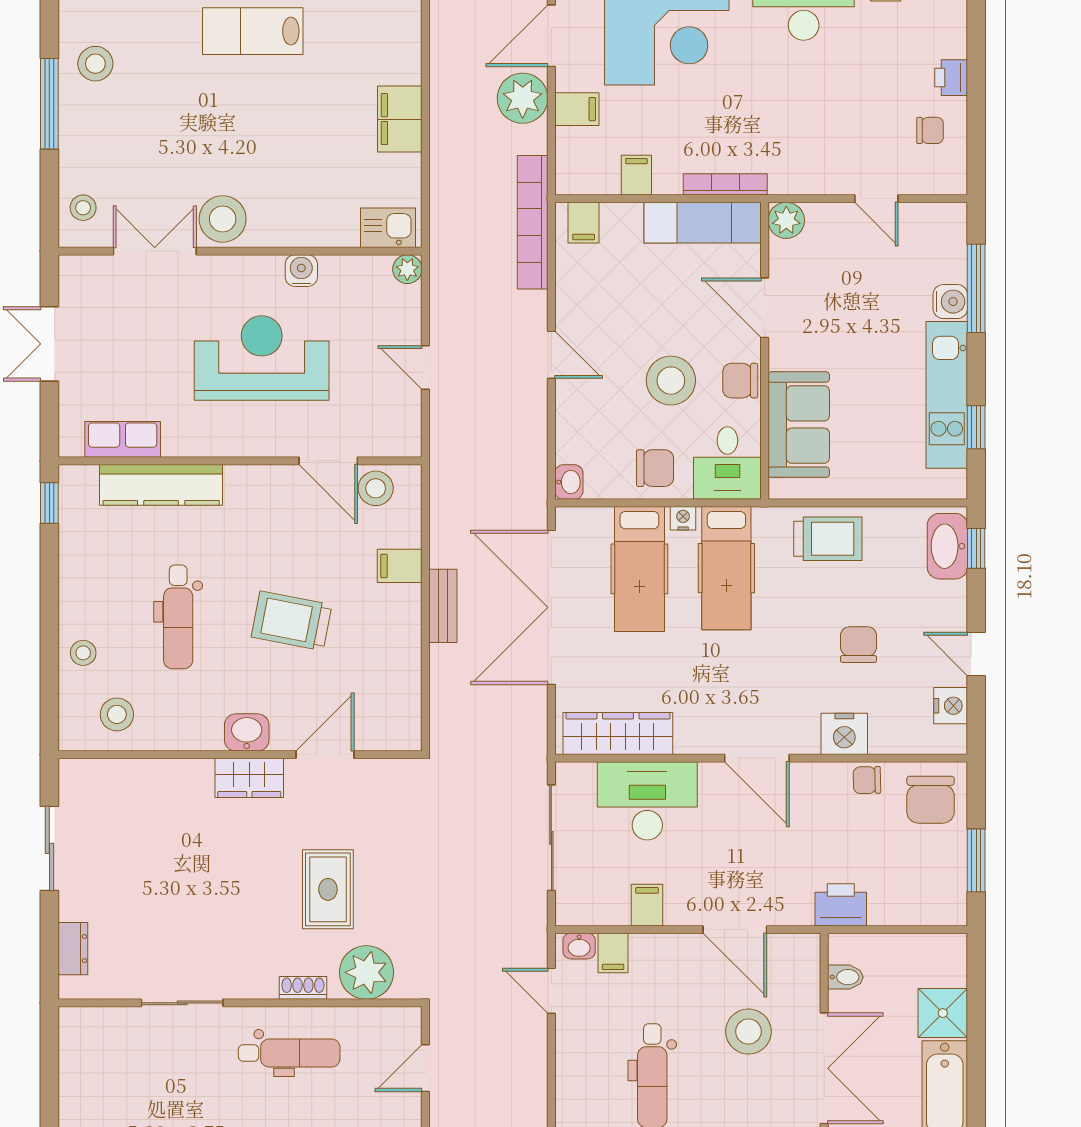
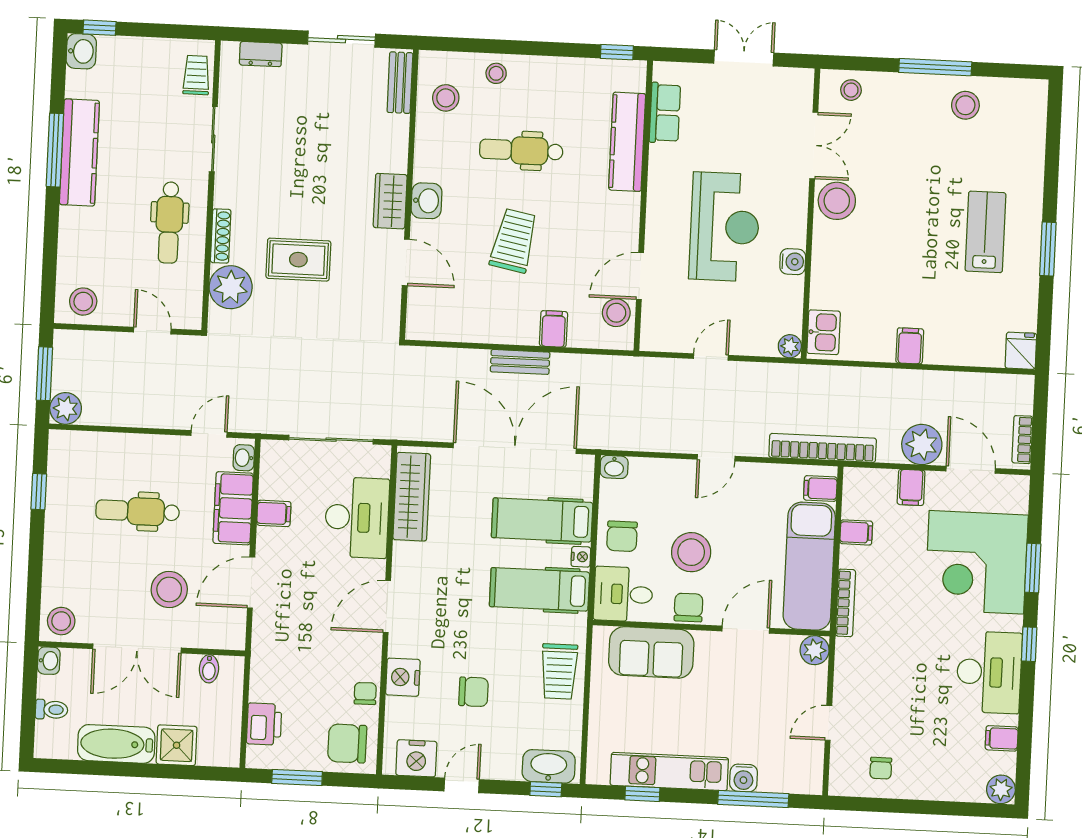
printer: (951, 78) -> (922, 787), removed
filing cabinet: (400, 119) -> (910, 346), width x0.50
exam couch: (703, 223) -> (809, 566), width x1.36, depth x1.45
nightstand: (951, 706) -> (416, 758), width x1.36, depth x1.33
bench: (100, 773) -> (400, 83), added
printer: (841, 905) -> (264, 724), moved
filing cabinet: (613, 953) -> (233, 508), width x3.00, depth x1.17
shoe rack: (303, 988) -> (221, 236), width x1.43
trolley: (103, 1028) -> (196, 75), added

